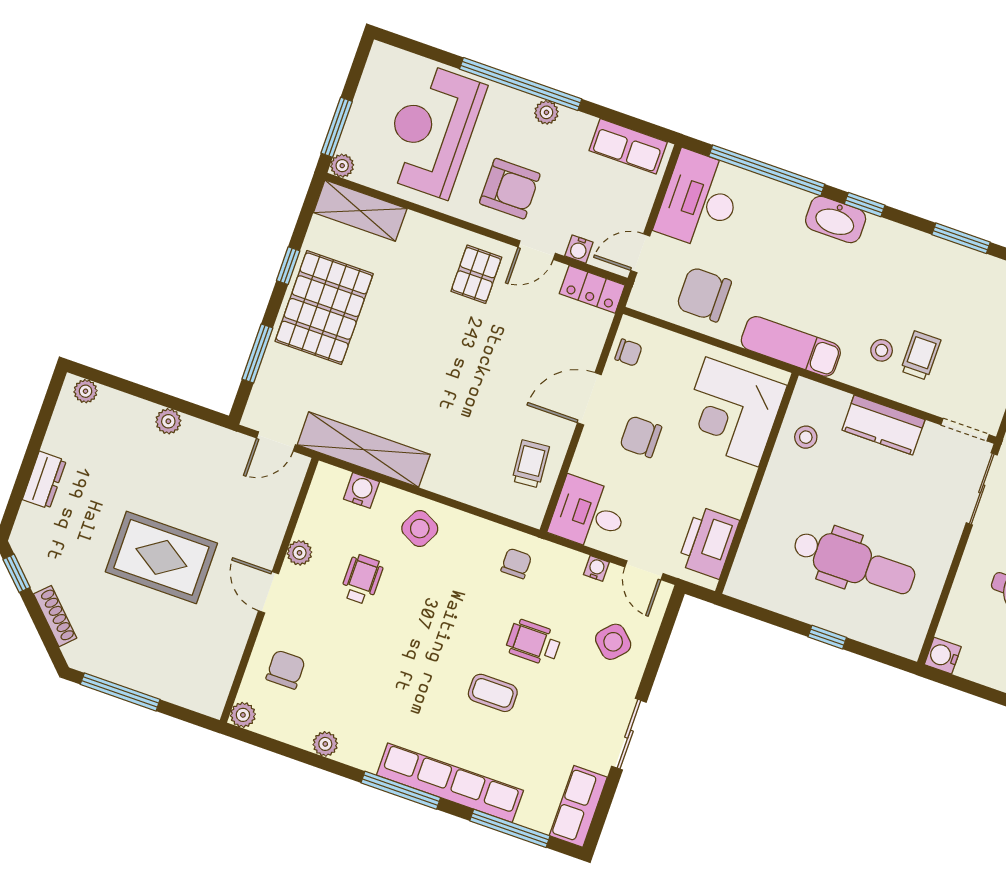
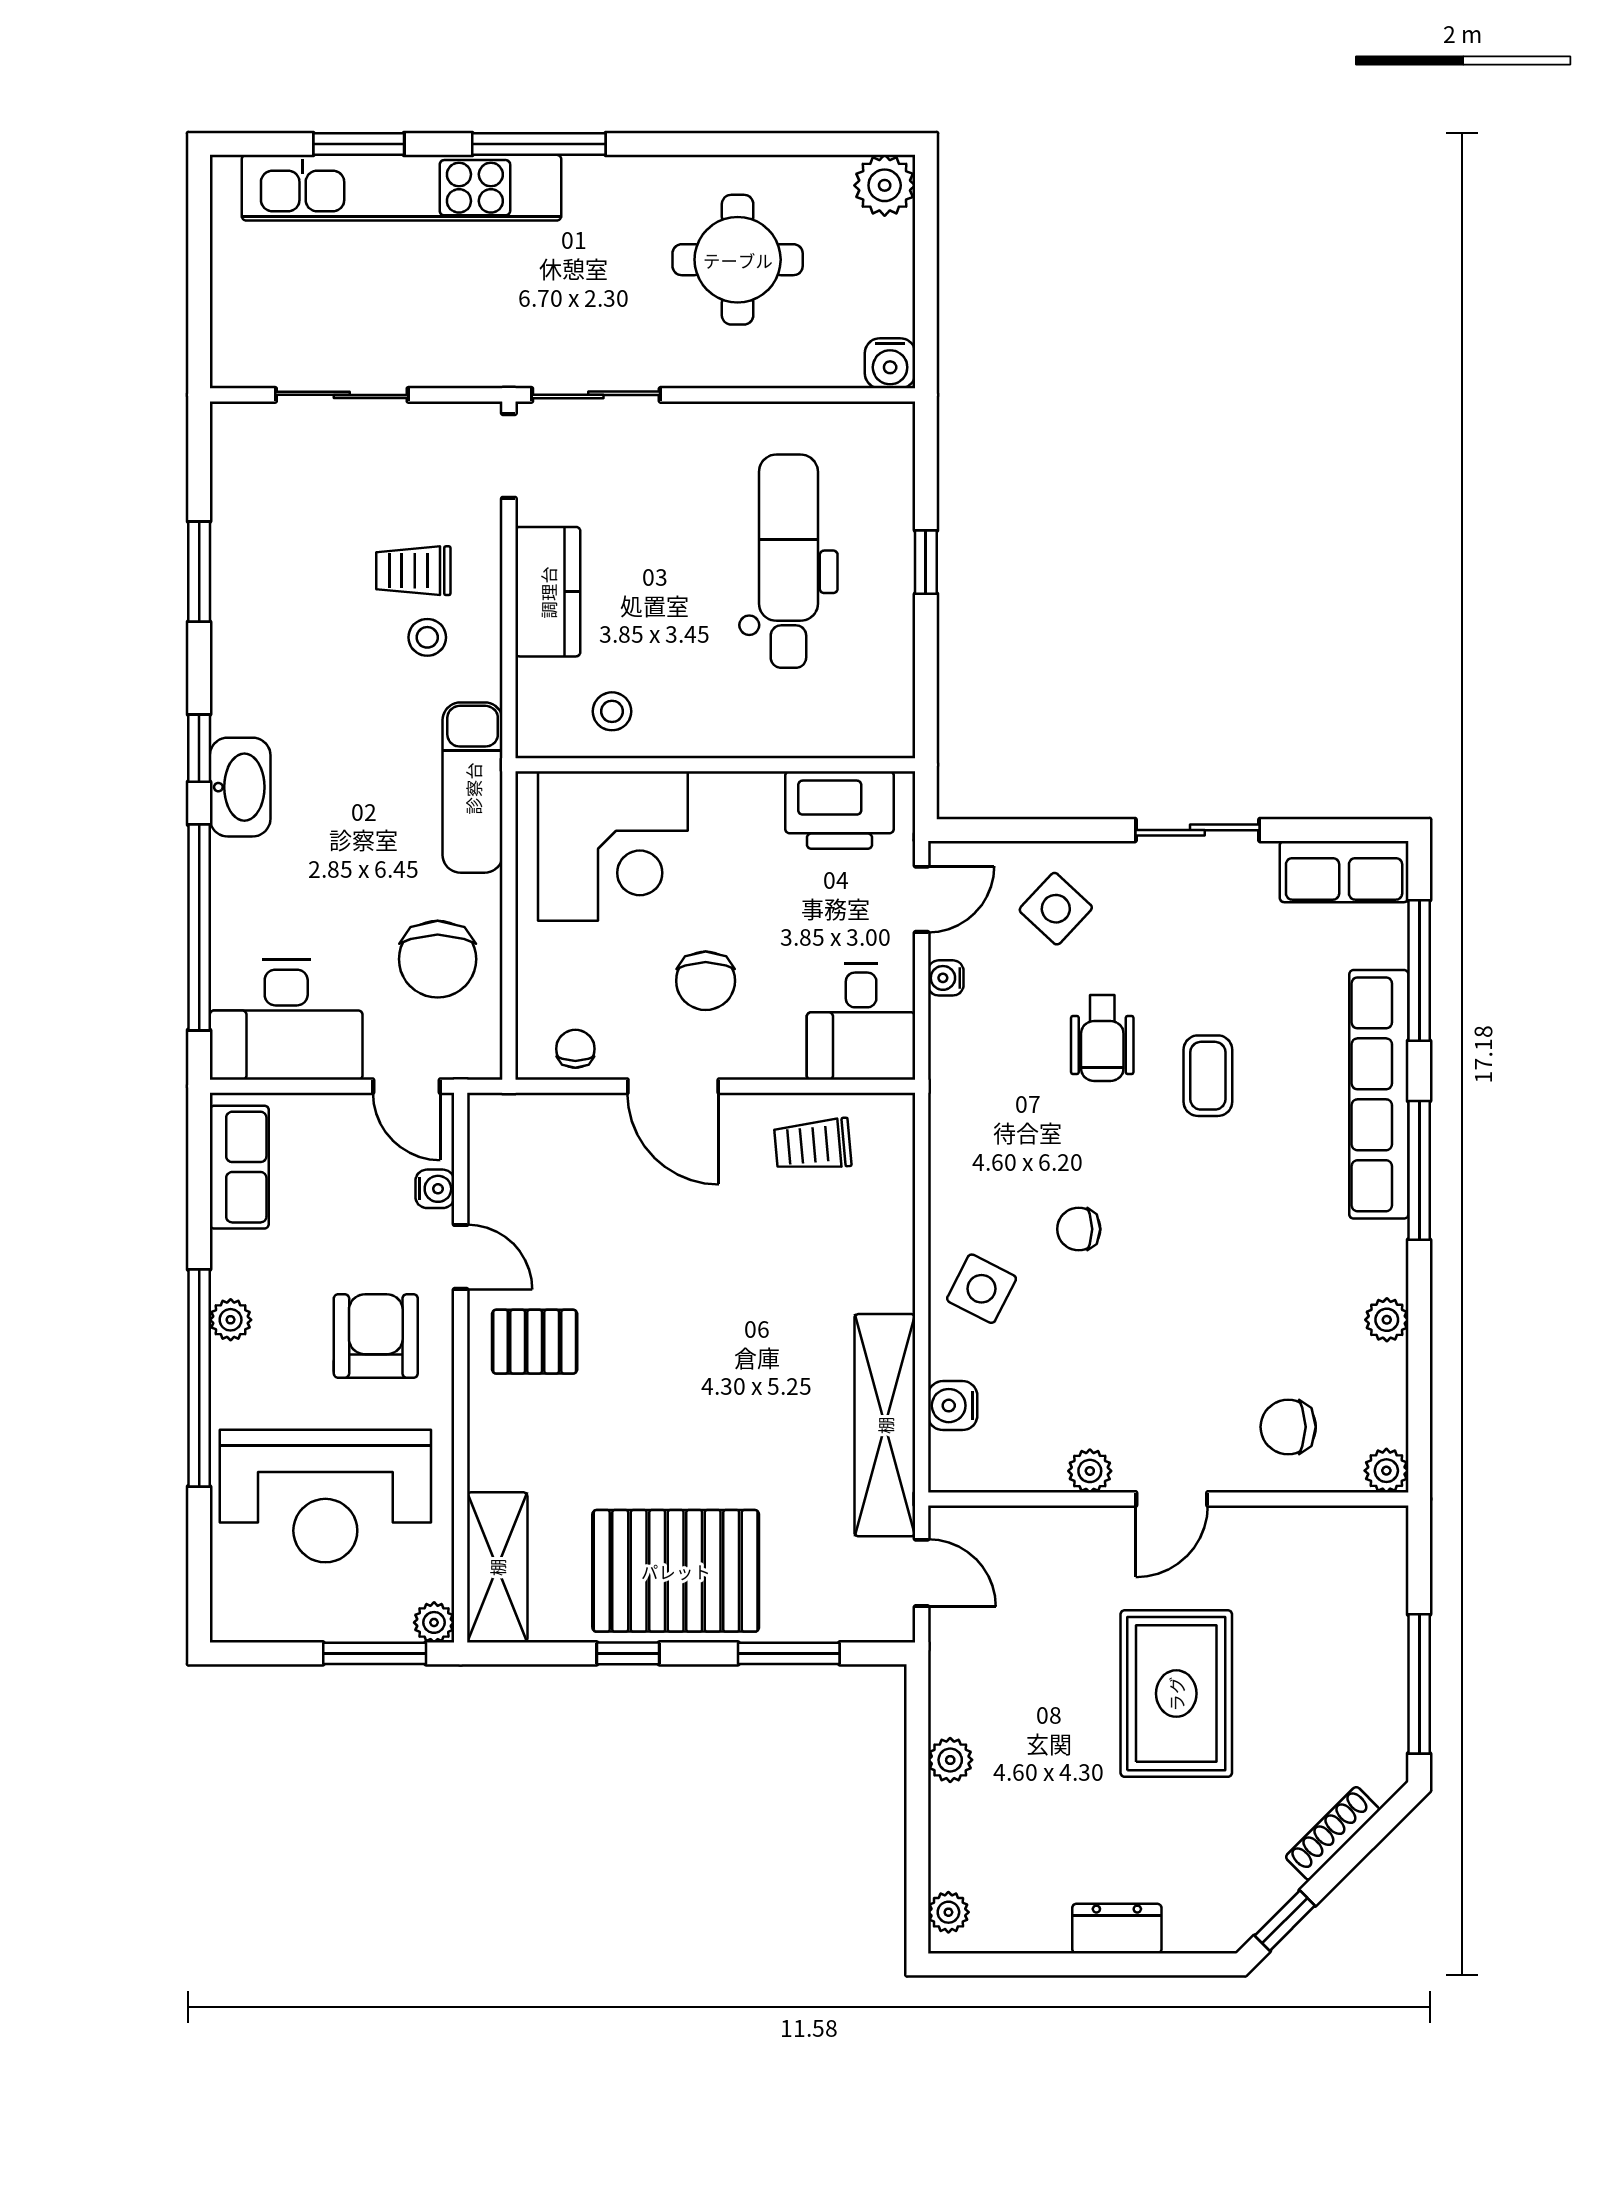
locker: (592, 289) -> (493, 1144), removed
chair: (516, 563) -> (1079, 1229), moved
wheelchair: (362, 579) -> (1097, 1354), removed

